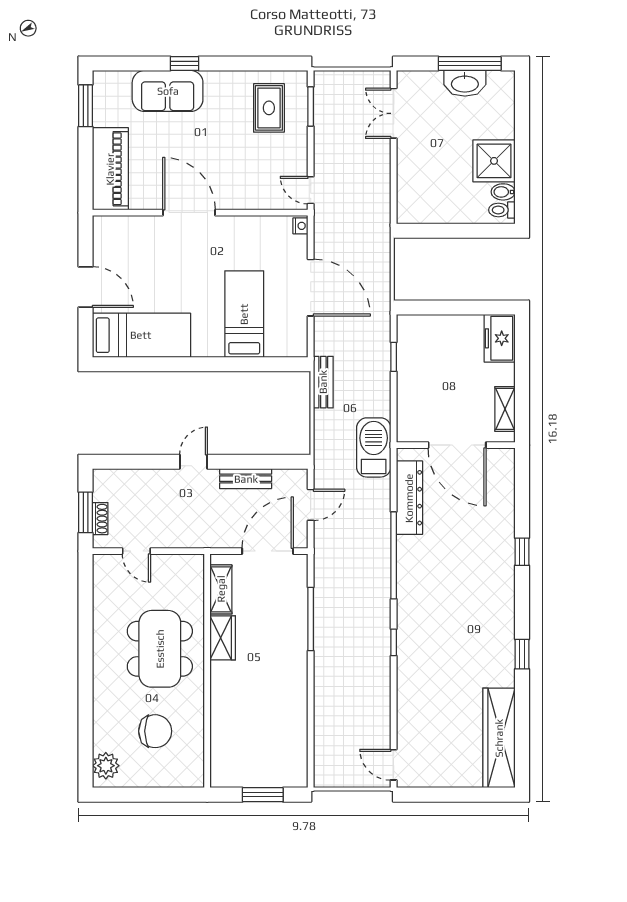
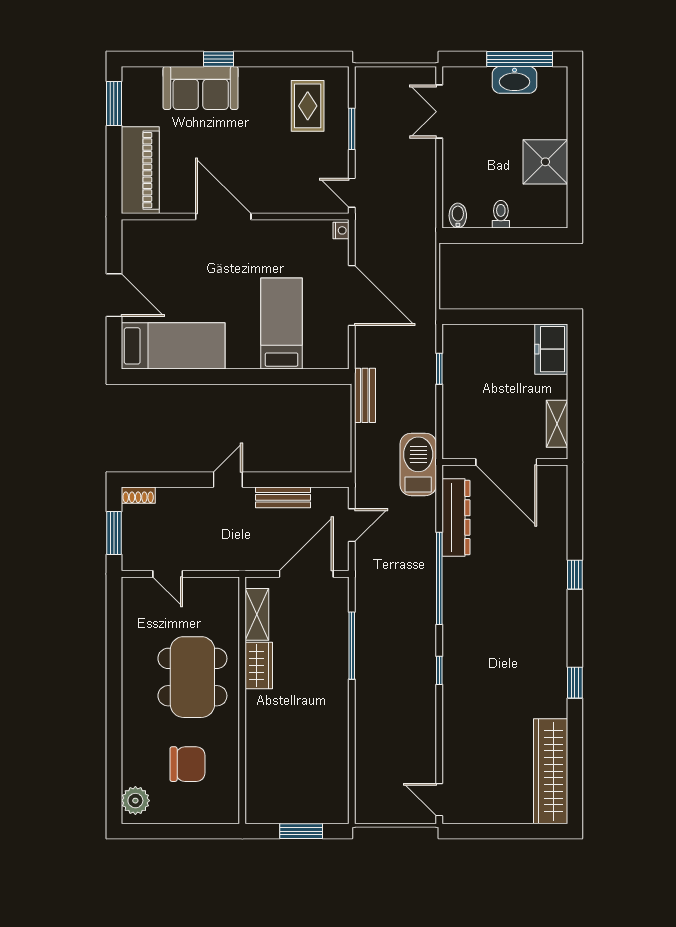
window: (311, 106) -> (352, 129), moved
bidet: (503, 192) -> (458, 216), moved, turned 90
toilet: (502, 210) -> (501, 214), moved, turned 90
shoe rack: (100, 519) -> (138, 495), moved, turned 90

